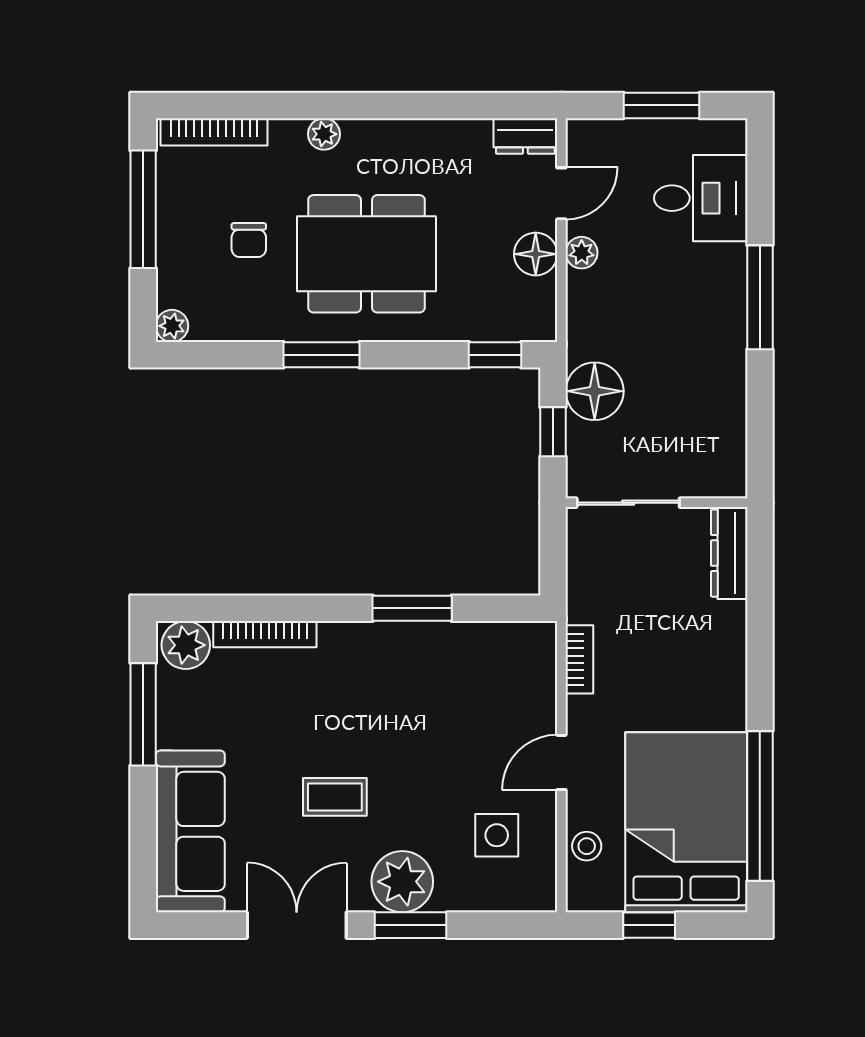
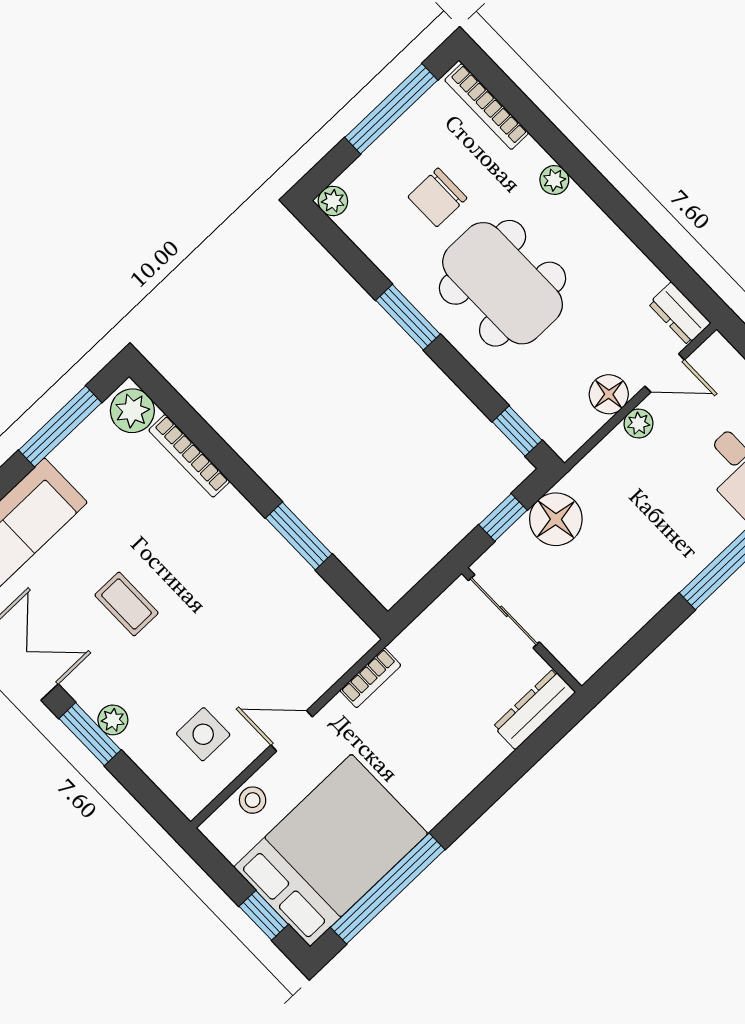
chair: (249, 240) -> (437, 197), width x1.37, depth x1.37
plant: (402, 882) -> (113, 720), width x0.53, depth x0.53
window: (649, 925) -> (264, 915), moved

